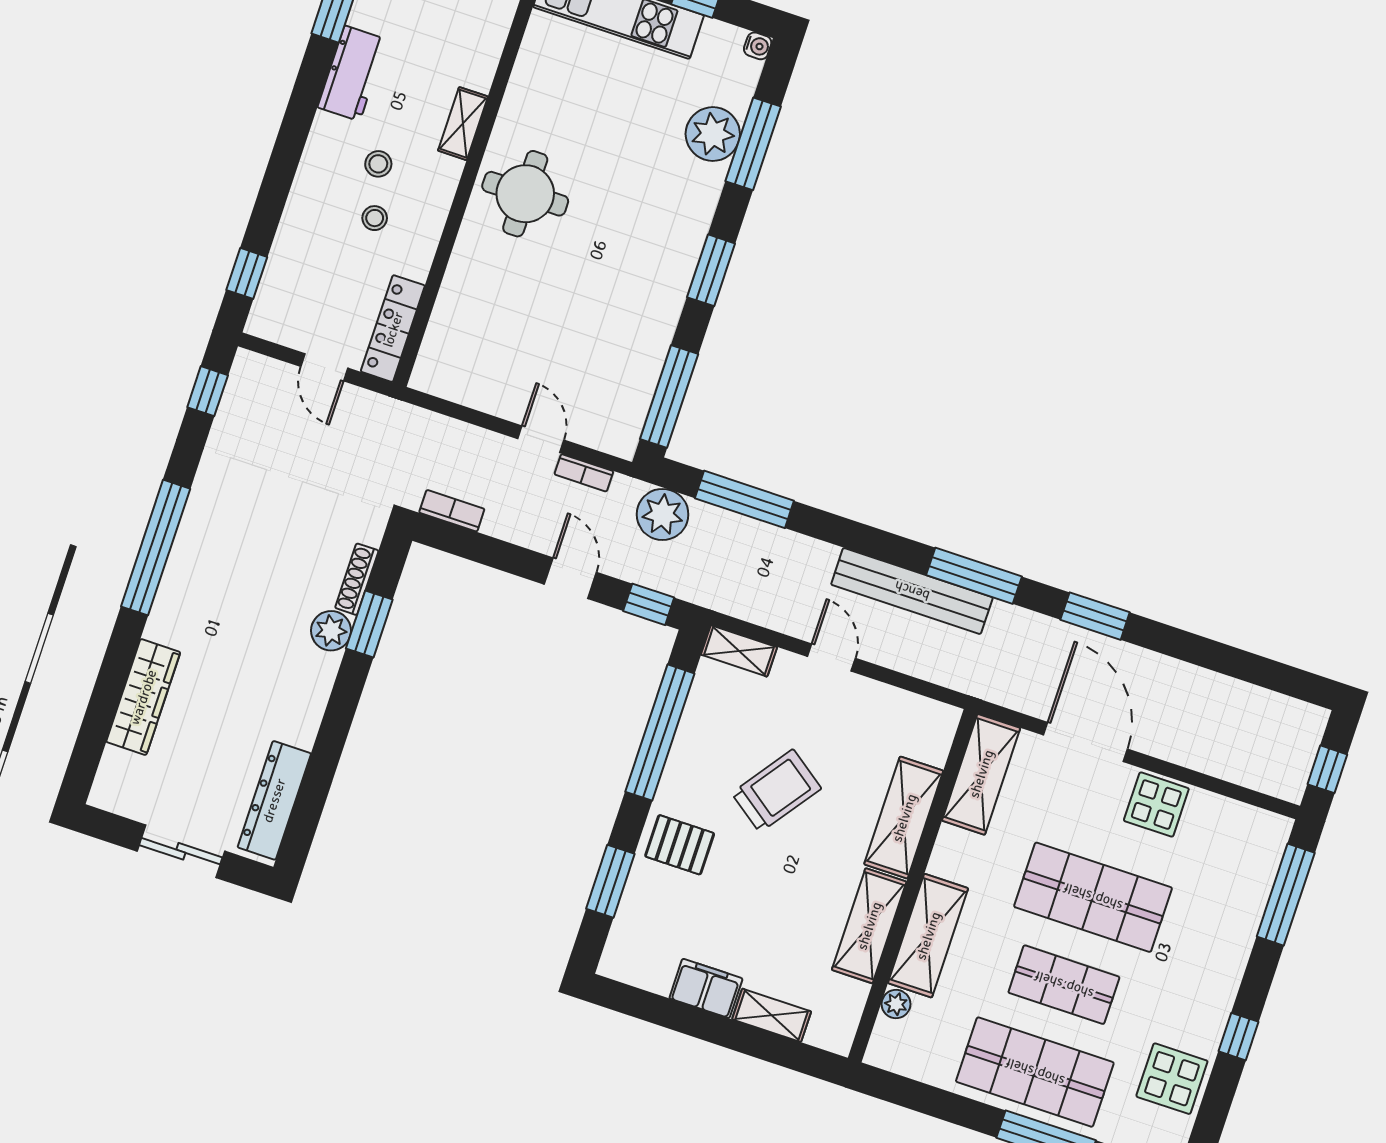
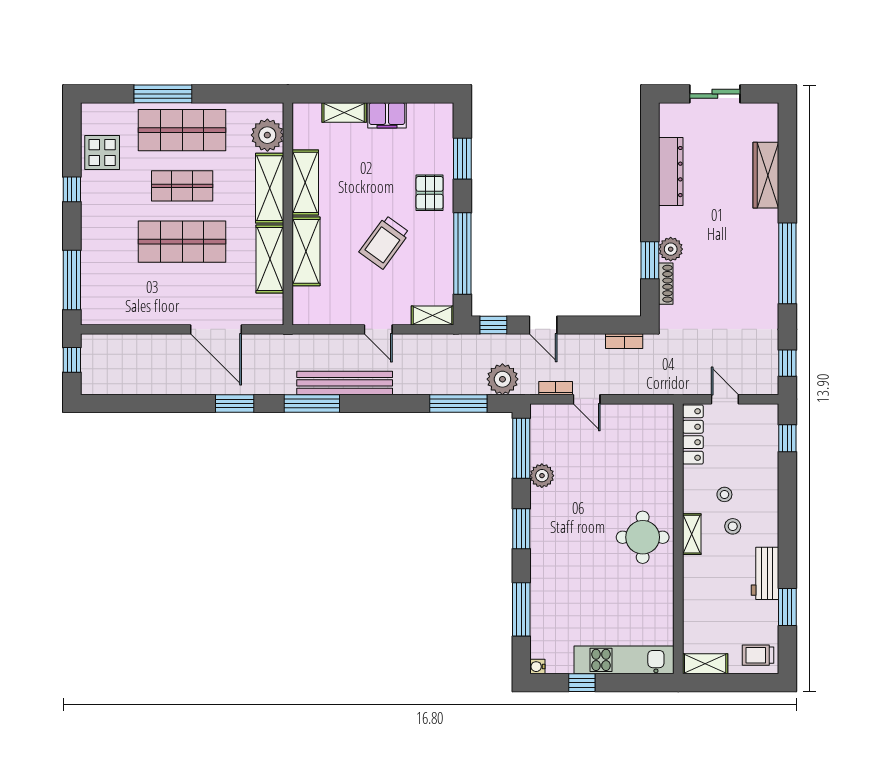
shelving: (463, 124) -> (692, 534), moved
plant: (713, 134) -> (542, 476), moved, width x0.73, depth x0.73
shelving: (981, 774) -> (270, 259), moved
dresser: (274, 800) -> (671, 172), moved
display table: (1156, 805) -> (163, 307), removed
pallet: (680, 845) -> (430, 193), turned 90
plant: (896, 1004) -> (267, 135), width x1.87, depth x1.87

